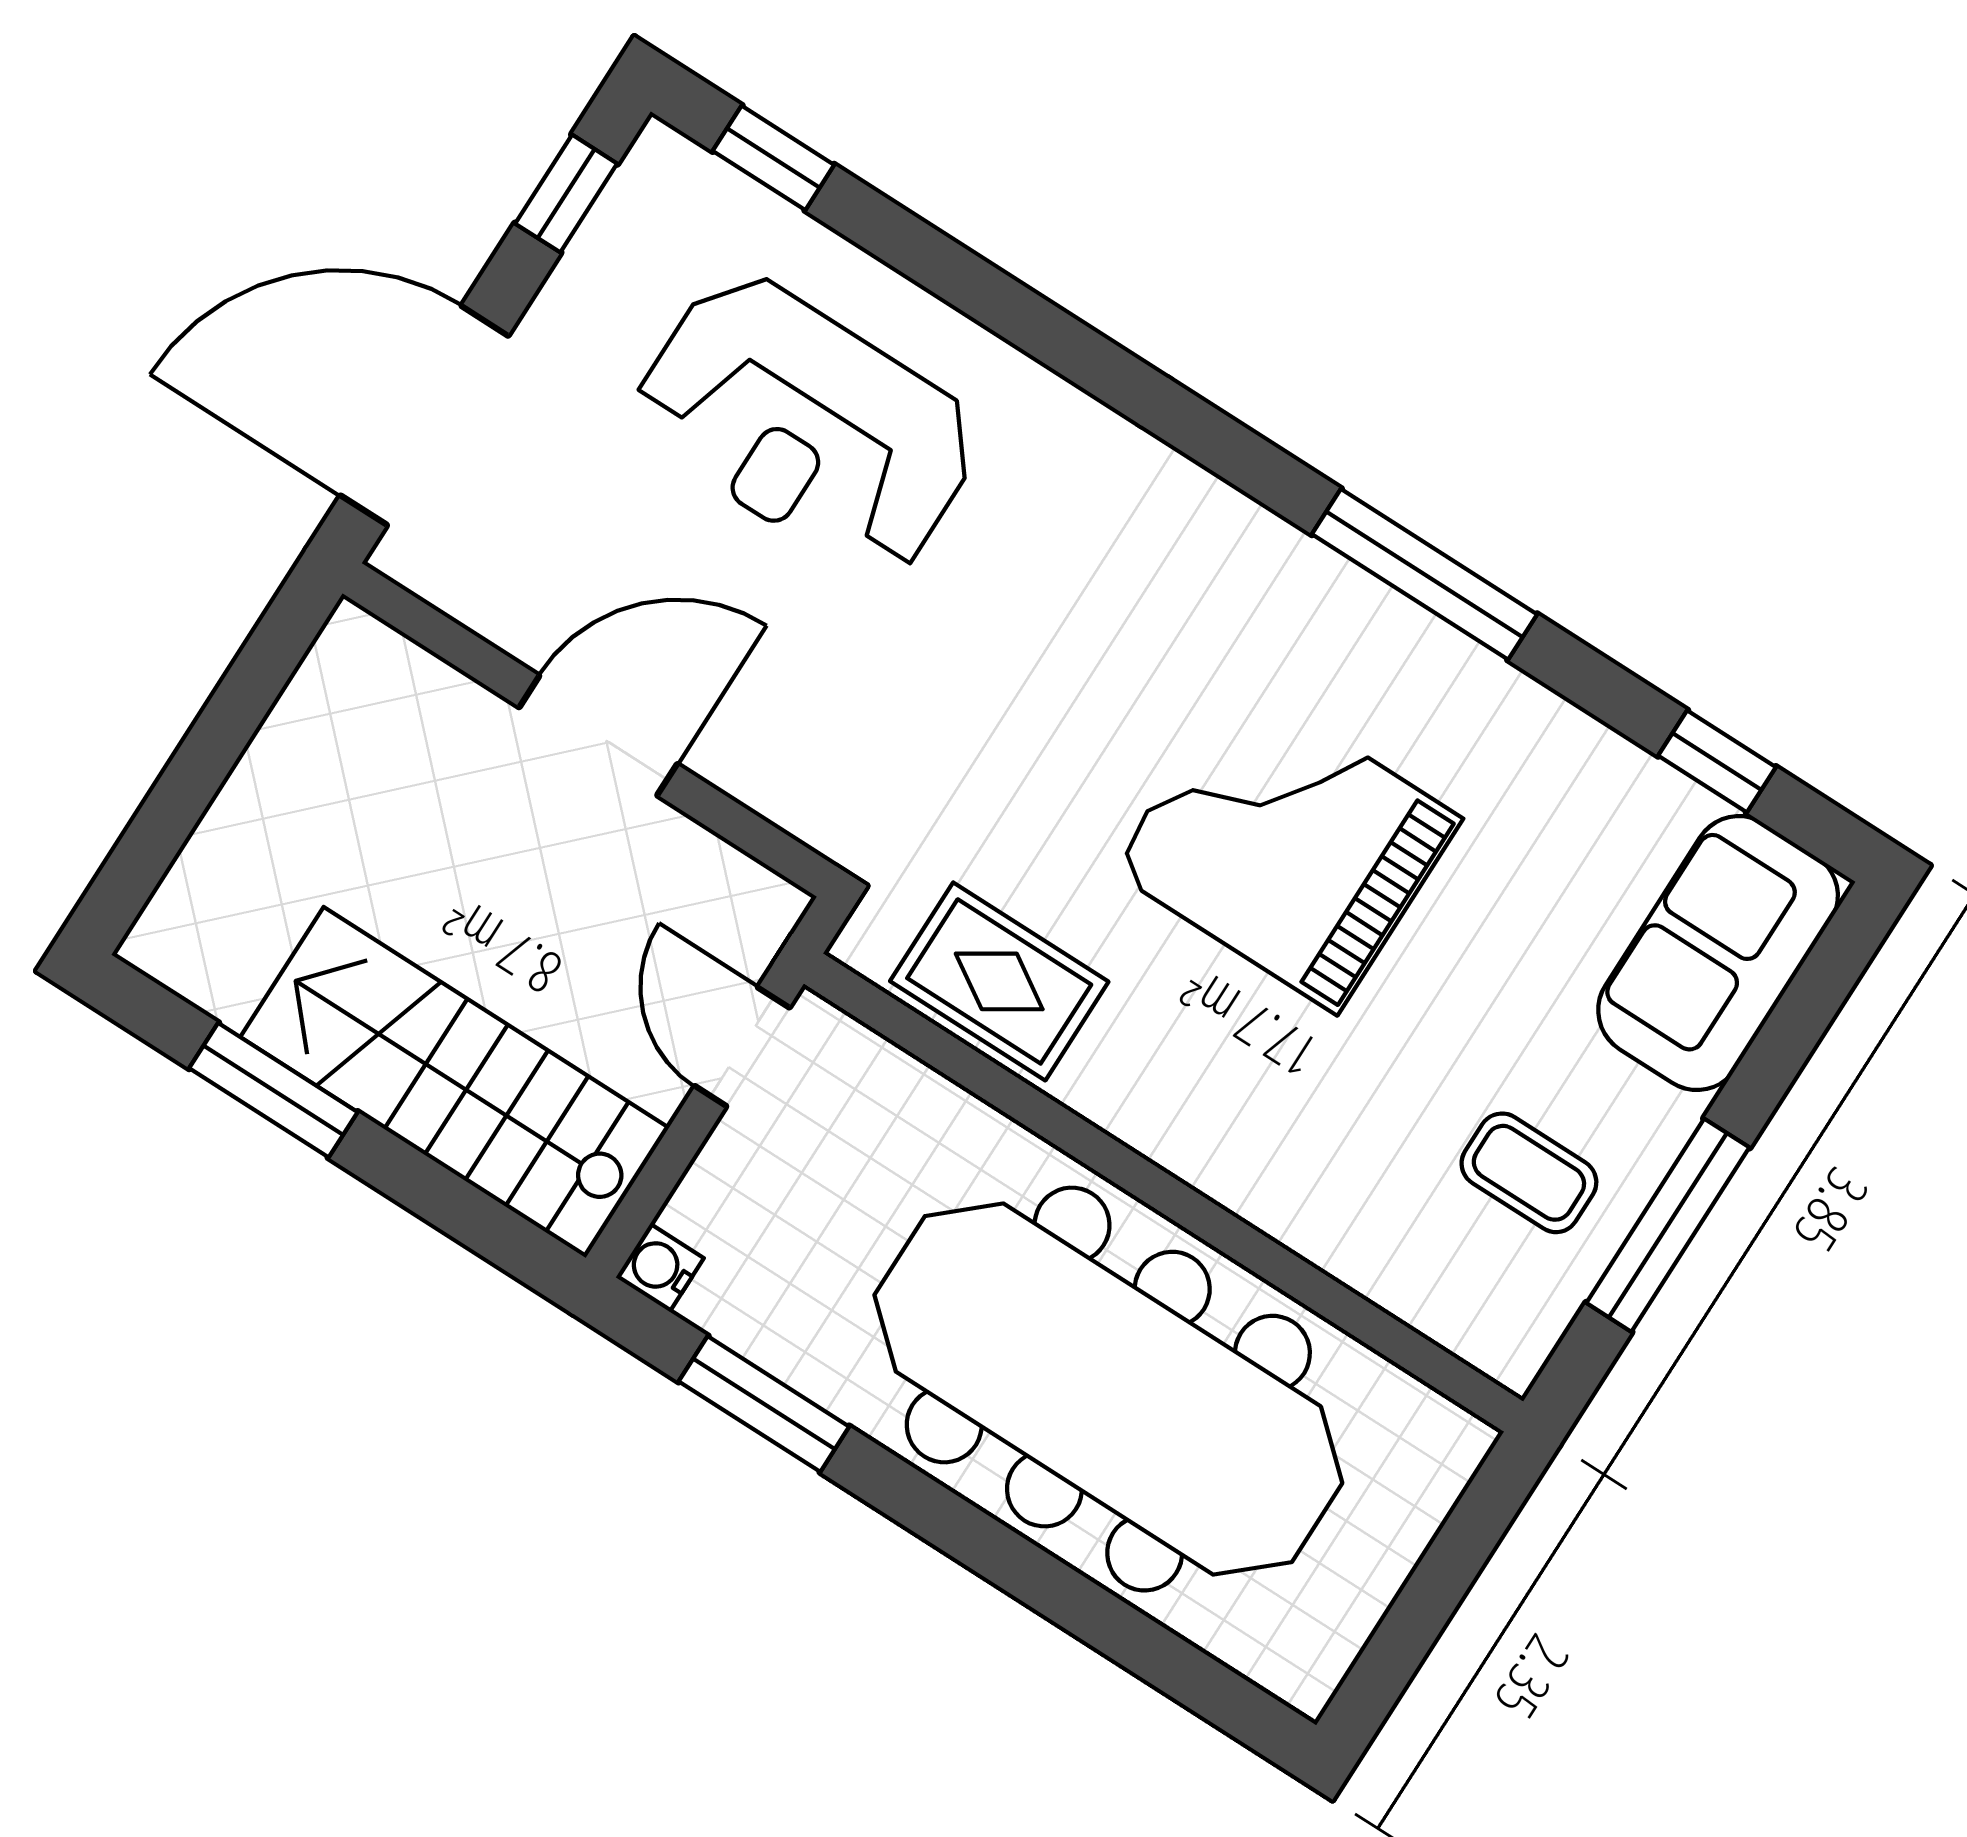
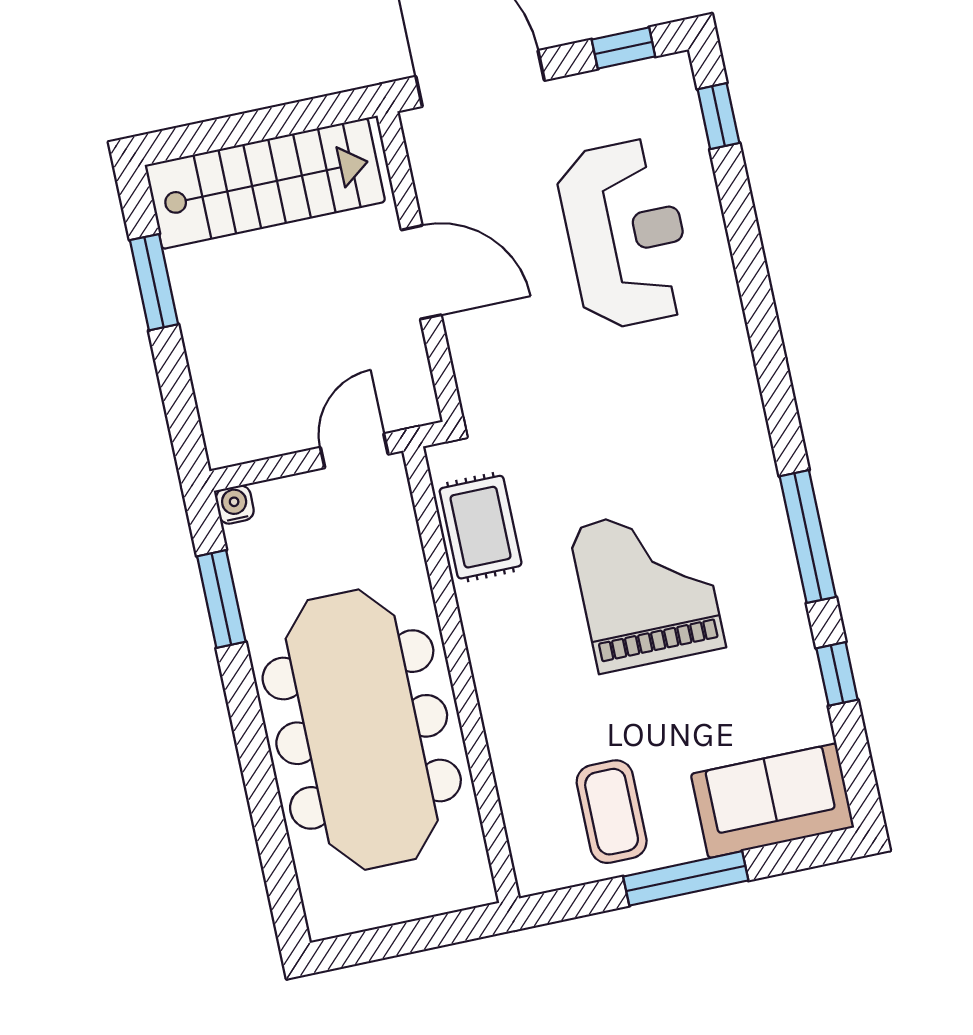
reception desk: (807, 425) -> (626, 234), turned 180
window: (1717, 761) -> (837, 674), moved
stairs: (455, 1082) -> (265, 183), moved, turned 90
coffee table: (1529, 1173) -> (612, 812), width x1.36, depth x1.30
window: (1668, 1225) -> (686, 878), moved

